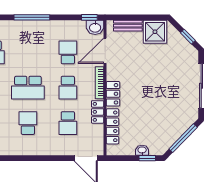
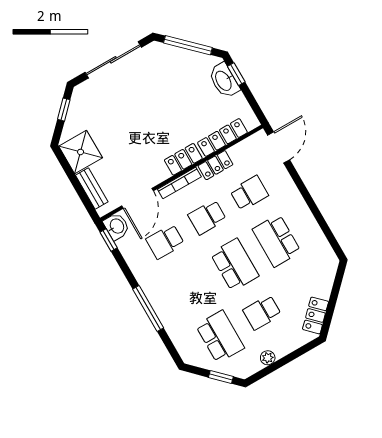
door: (105, 51) -> (138, 198), hinge flipped
school desk: (68, 88) -> (207, 217), turned 180
school desk: (28, 123) -> (277, 241), width x1.85
washbasin: (142, 150) -> (224, 80), width x1.91, depth x1.45

